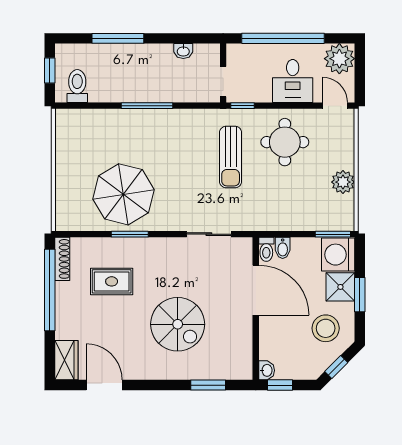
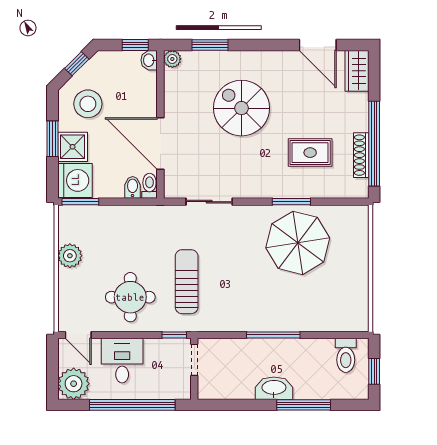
washbasin: (183, 51) -> (274, 388), moved, width x1.91, depth x1.45
shoe rack: (62, 259) -> (361, 155), moved
plant: (244, 372) -> (172, 59), added

